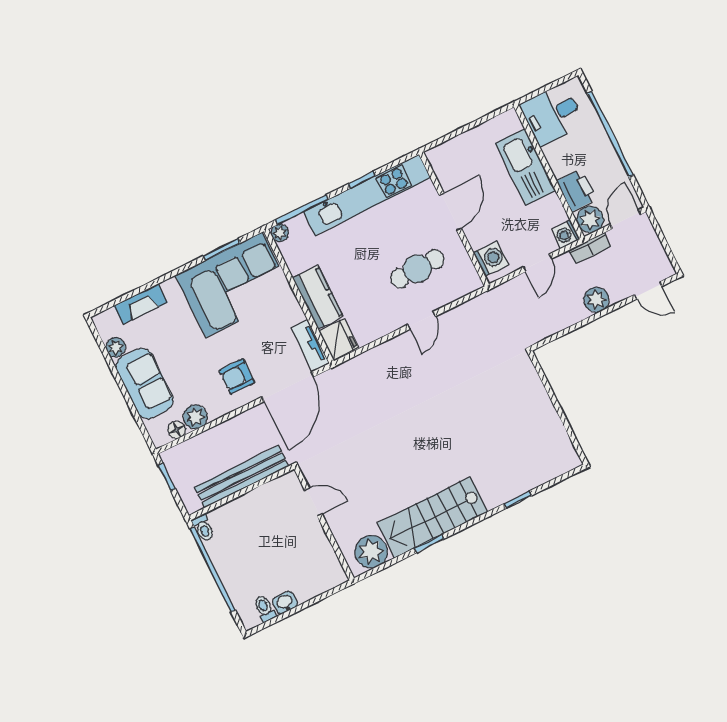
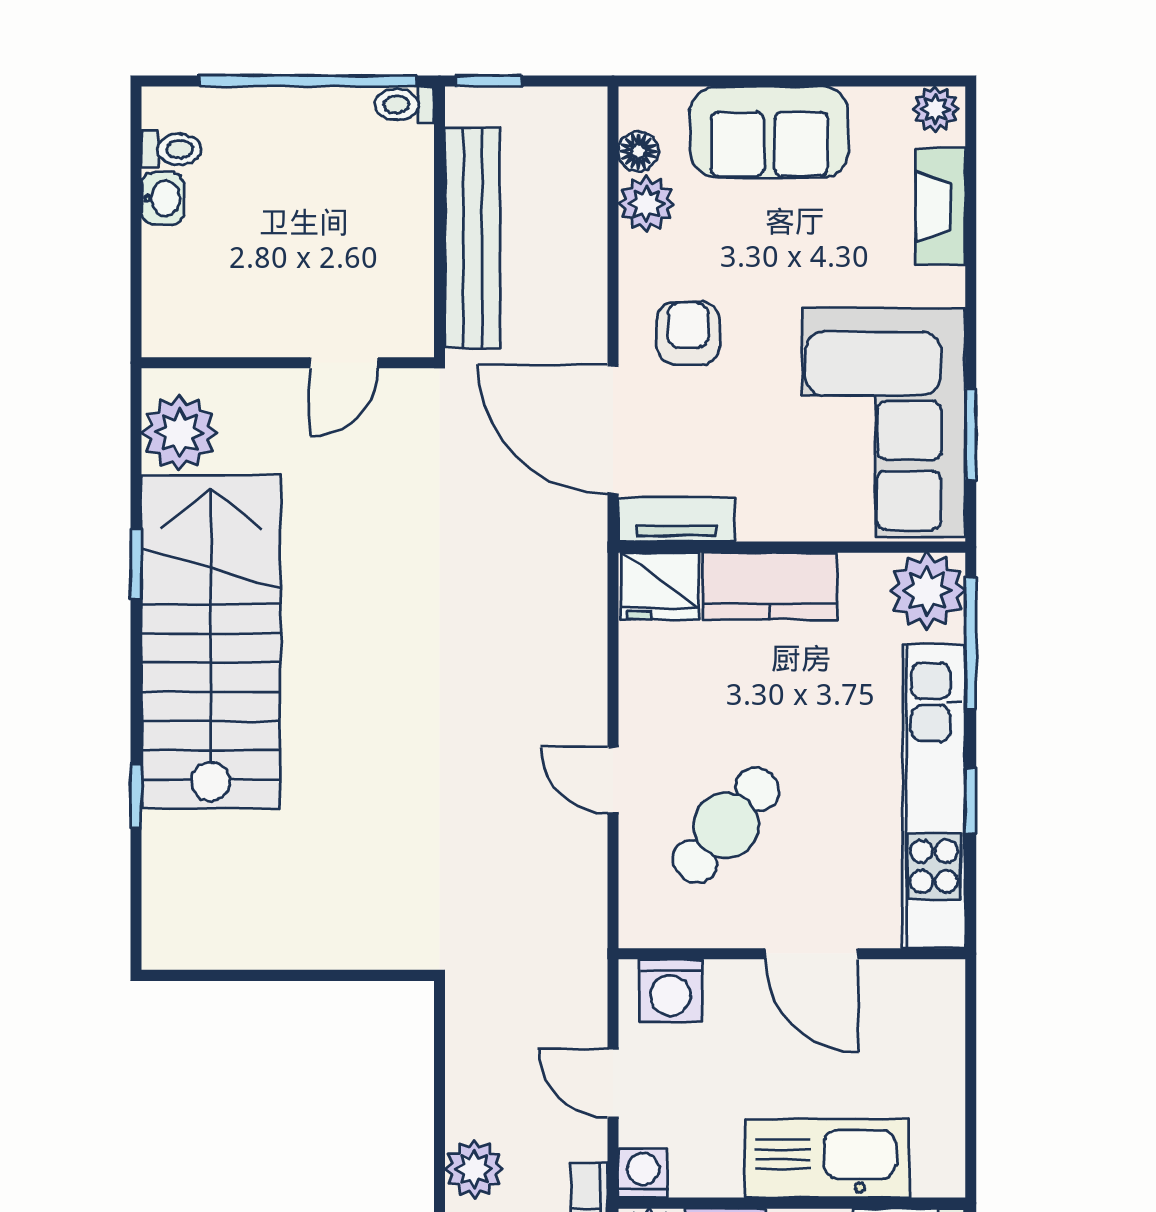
plant: (280, 233) -> (927, 591), width x1.88, depth x1.88
cafe table: (417, 269) -> (726, 825), turned 43
plant: (116, 347) -> (936, 109), moved
window: (167, 477) -> (489, 81), moved
stairs: (432, 517) -> (211, 642), width x1.36, depth x1.51

